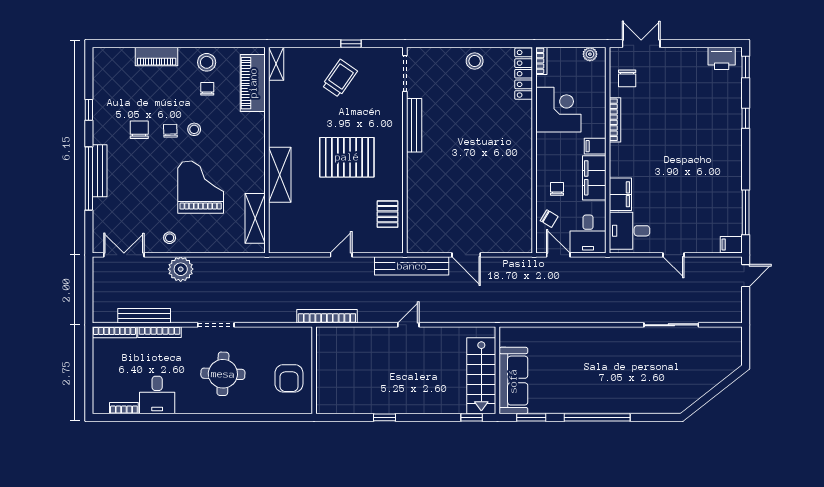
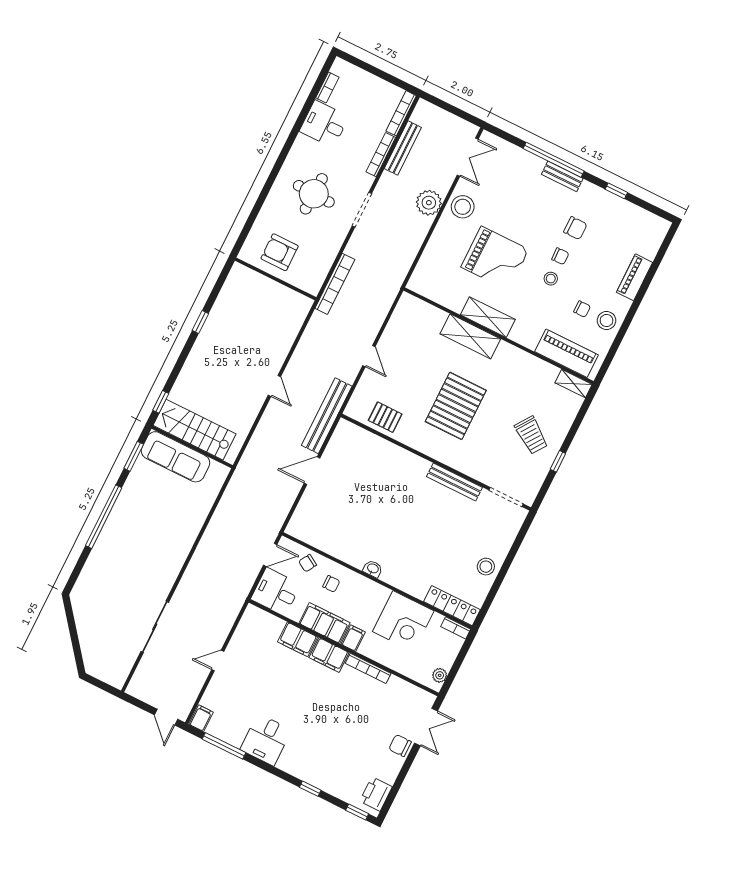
chair: (627, 78) -> (400, 745), moved
washbasin: (526, 159) -> (373, 569), added
filing cabinet: (620, 160) -> (329, 655), added
bench: (100, 171) -> (562, 176), width x0.73
shelving: (255, 218) -> (488, 317), moved
desk: (629, 231) -> (266, 740), moved, turned 180
stool: (170, 238) -> (463, 207), width x1.89, depth x1.89
bookcase: (327, 316) -> (335, 284), moved

